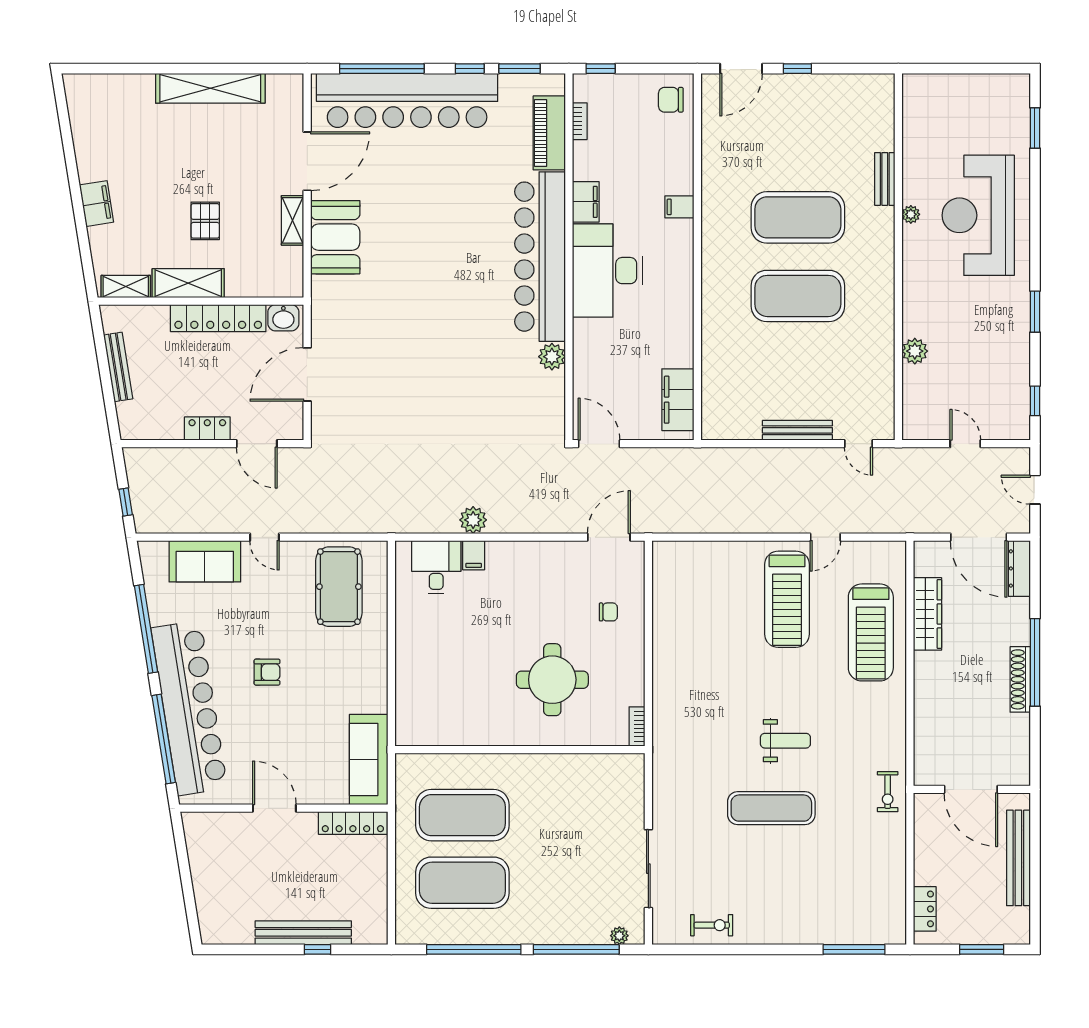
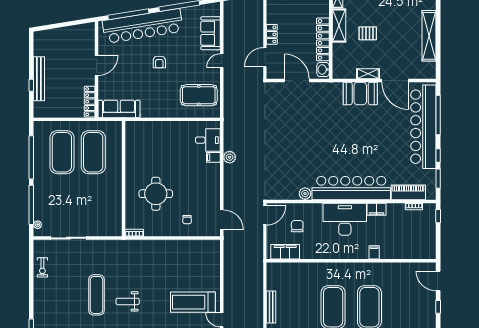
chair: (671, 100) -> (297, 226), moved
weight bench: (785, 741) -> (128, 301), turned 90

